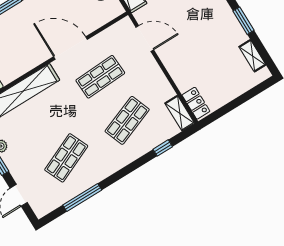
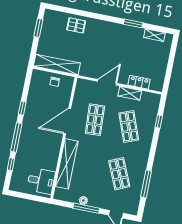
door: (145, 38) -> (107, 82), moved
locker: (196, 103) -> (139, 82), moved
shelving: (180, 113) -> (130, 93), moved

